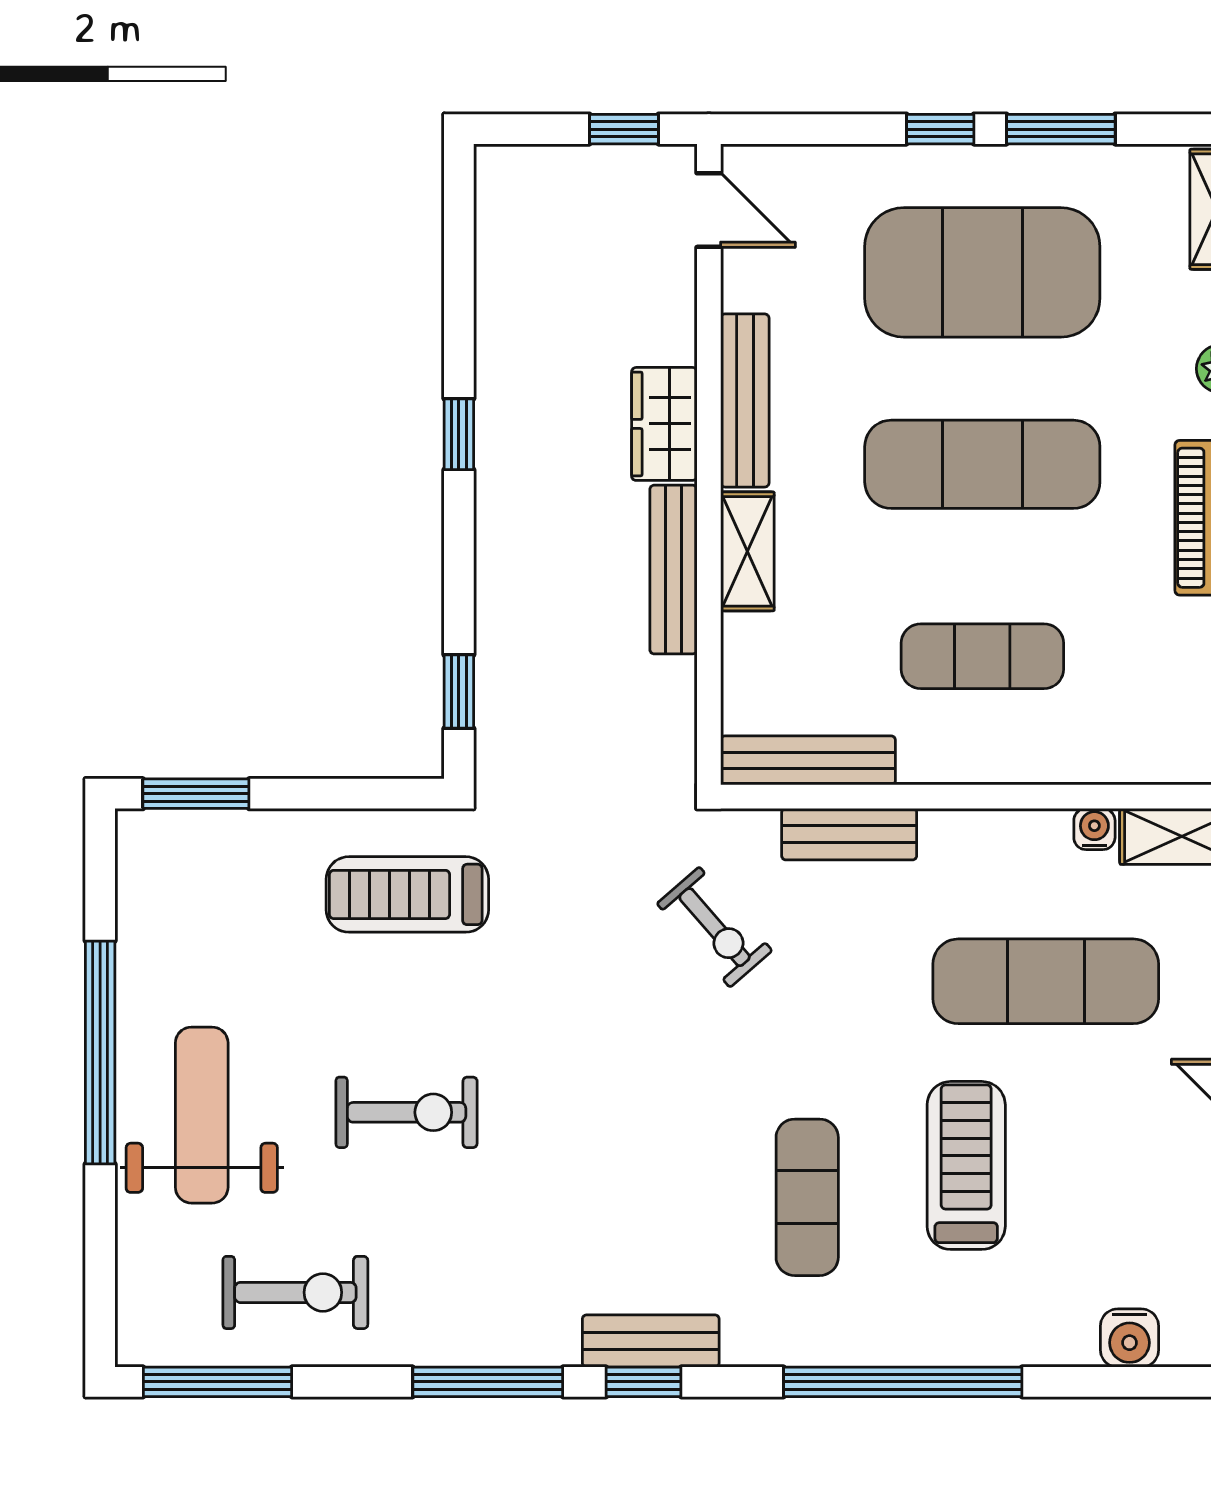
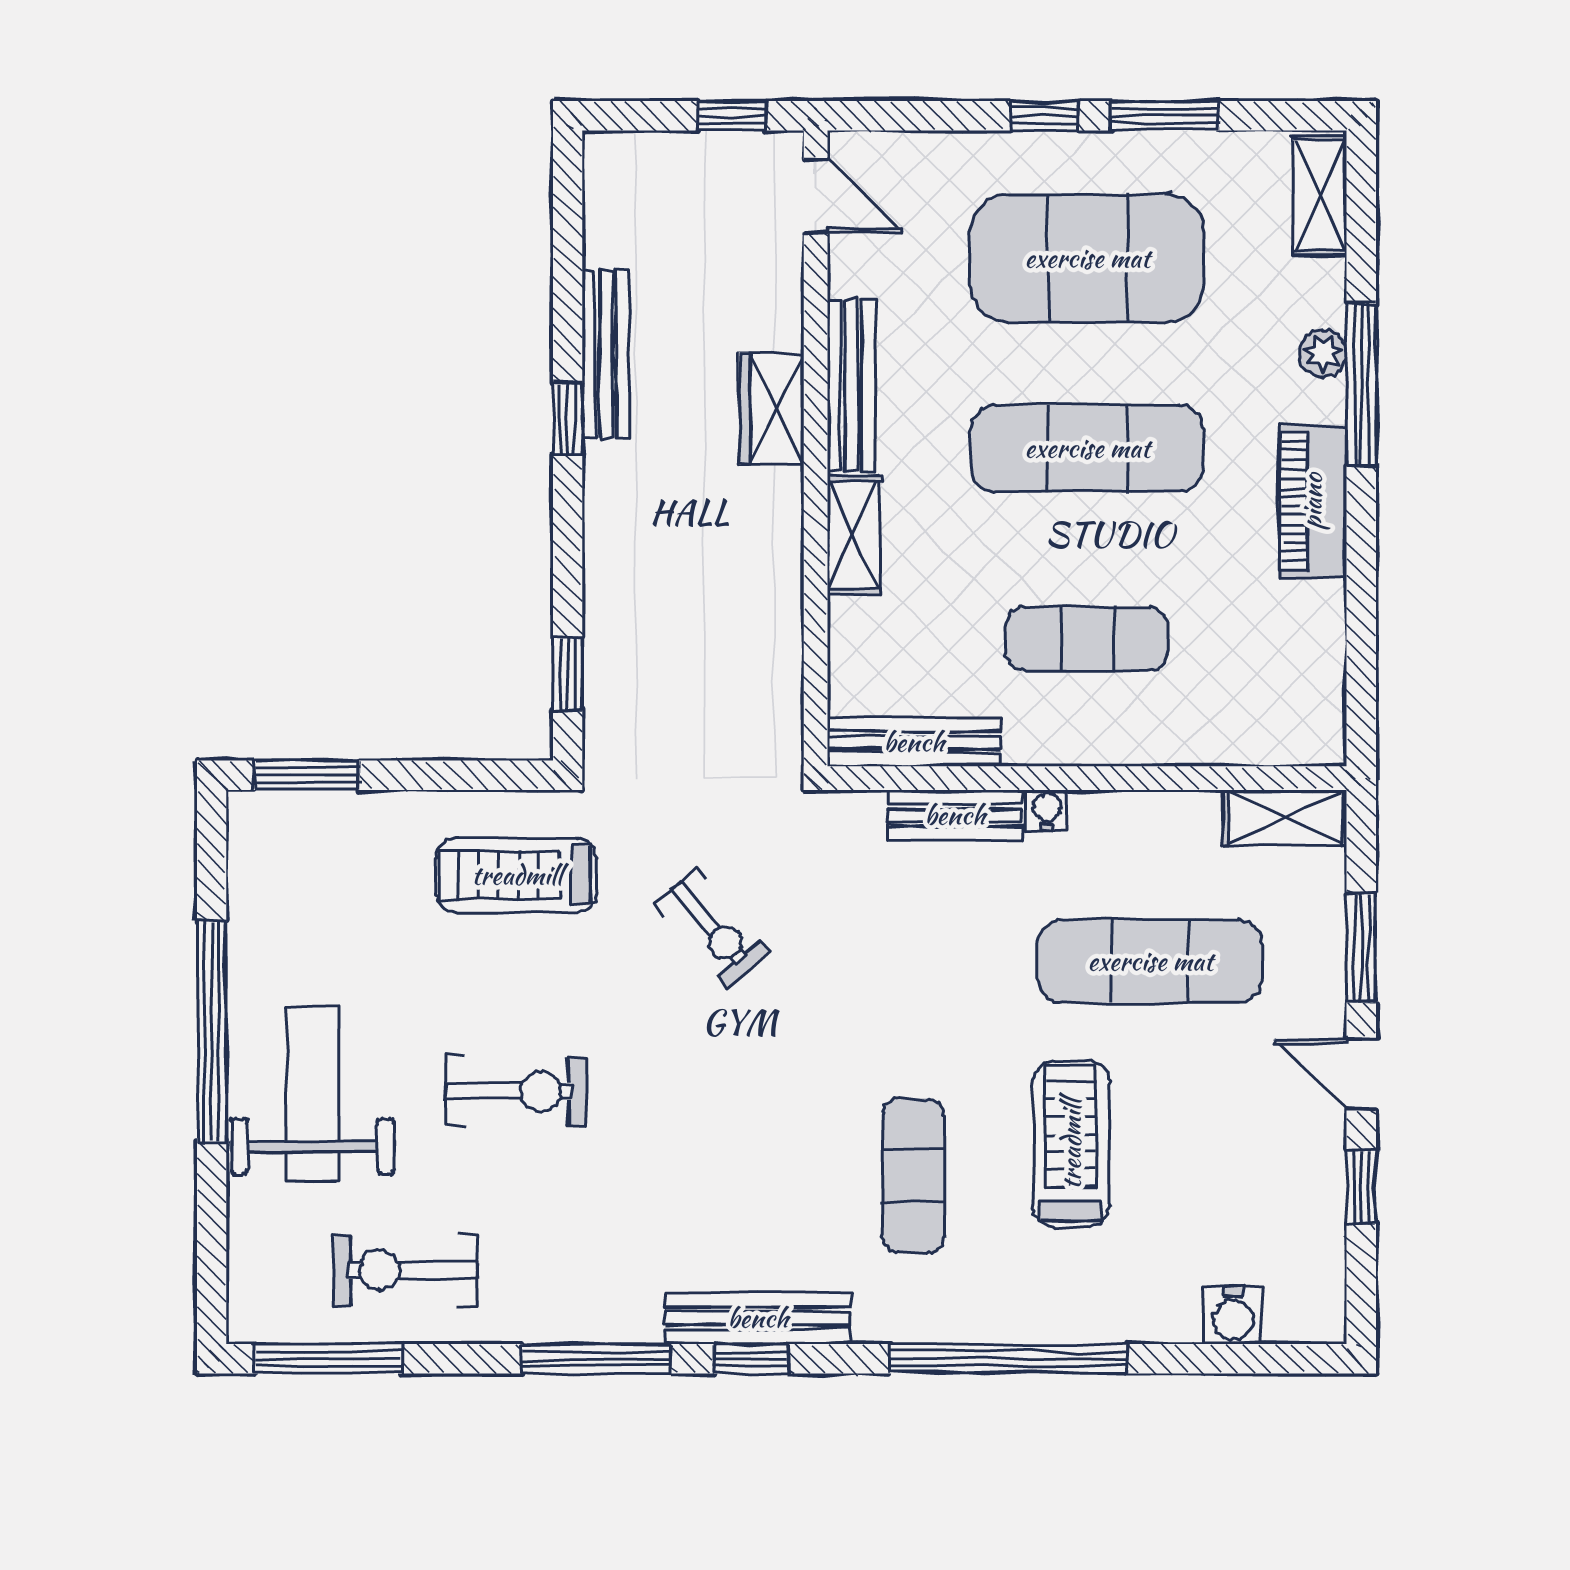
bench: (673, 570) -> (606, 354), moved
water cooler: (1094, 829) -> (1047, 810), moved
exercise bike: (715, 927) -> (712, 927), moved
exercise bike: (295, 1292) -> (405, 1270), turned 180
bench: (651, 1341) -> (758, 1318), width x1.36

